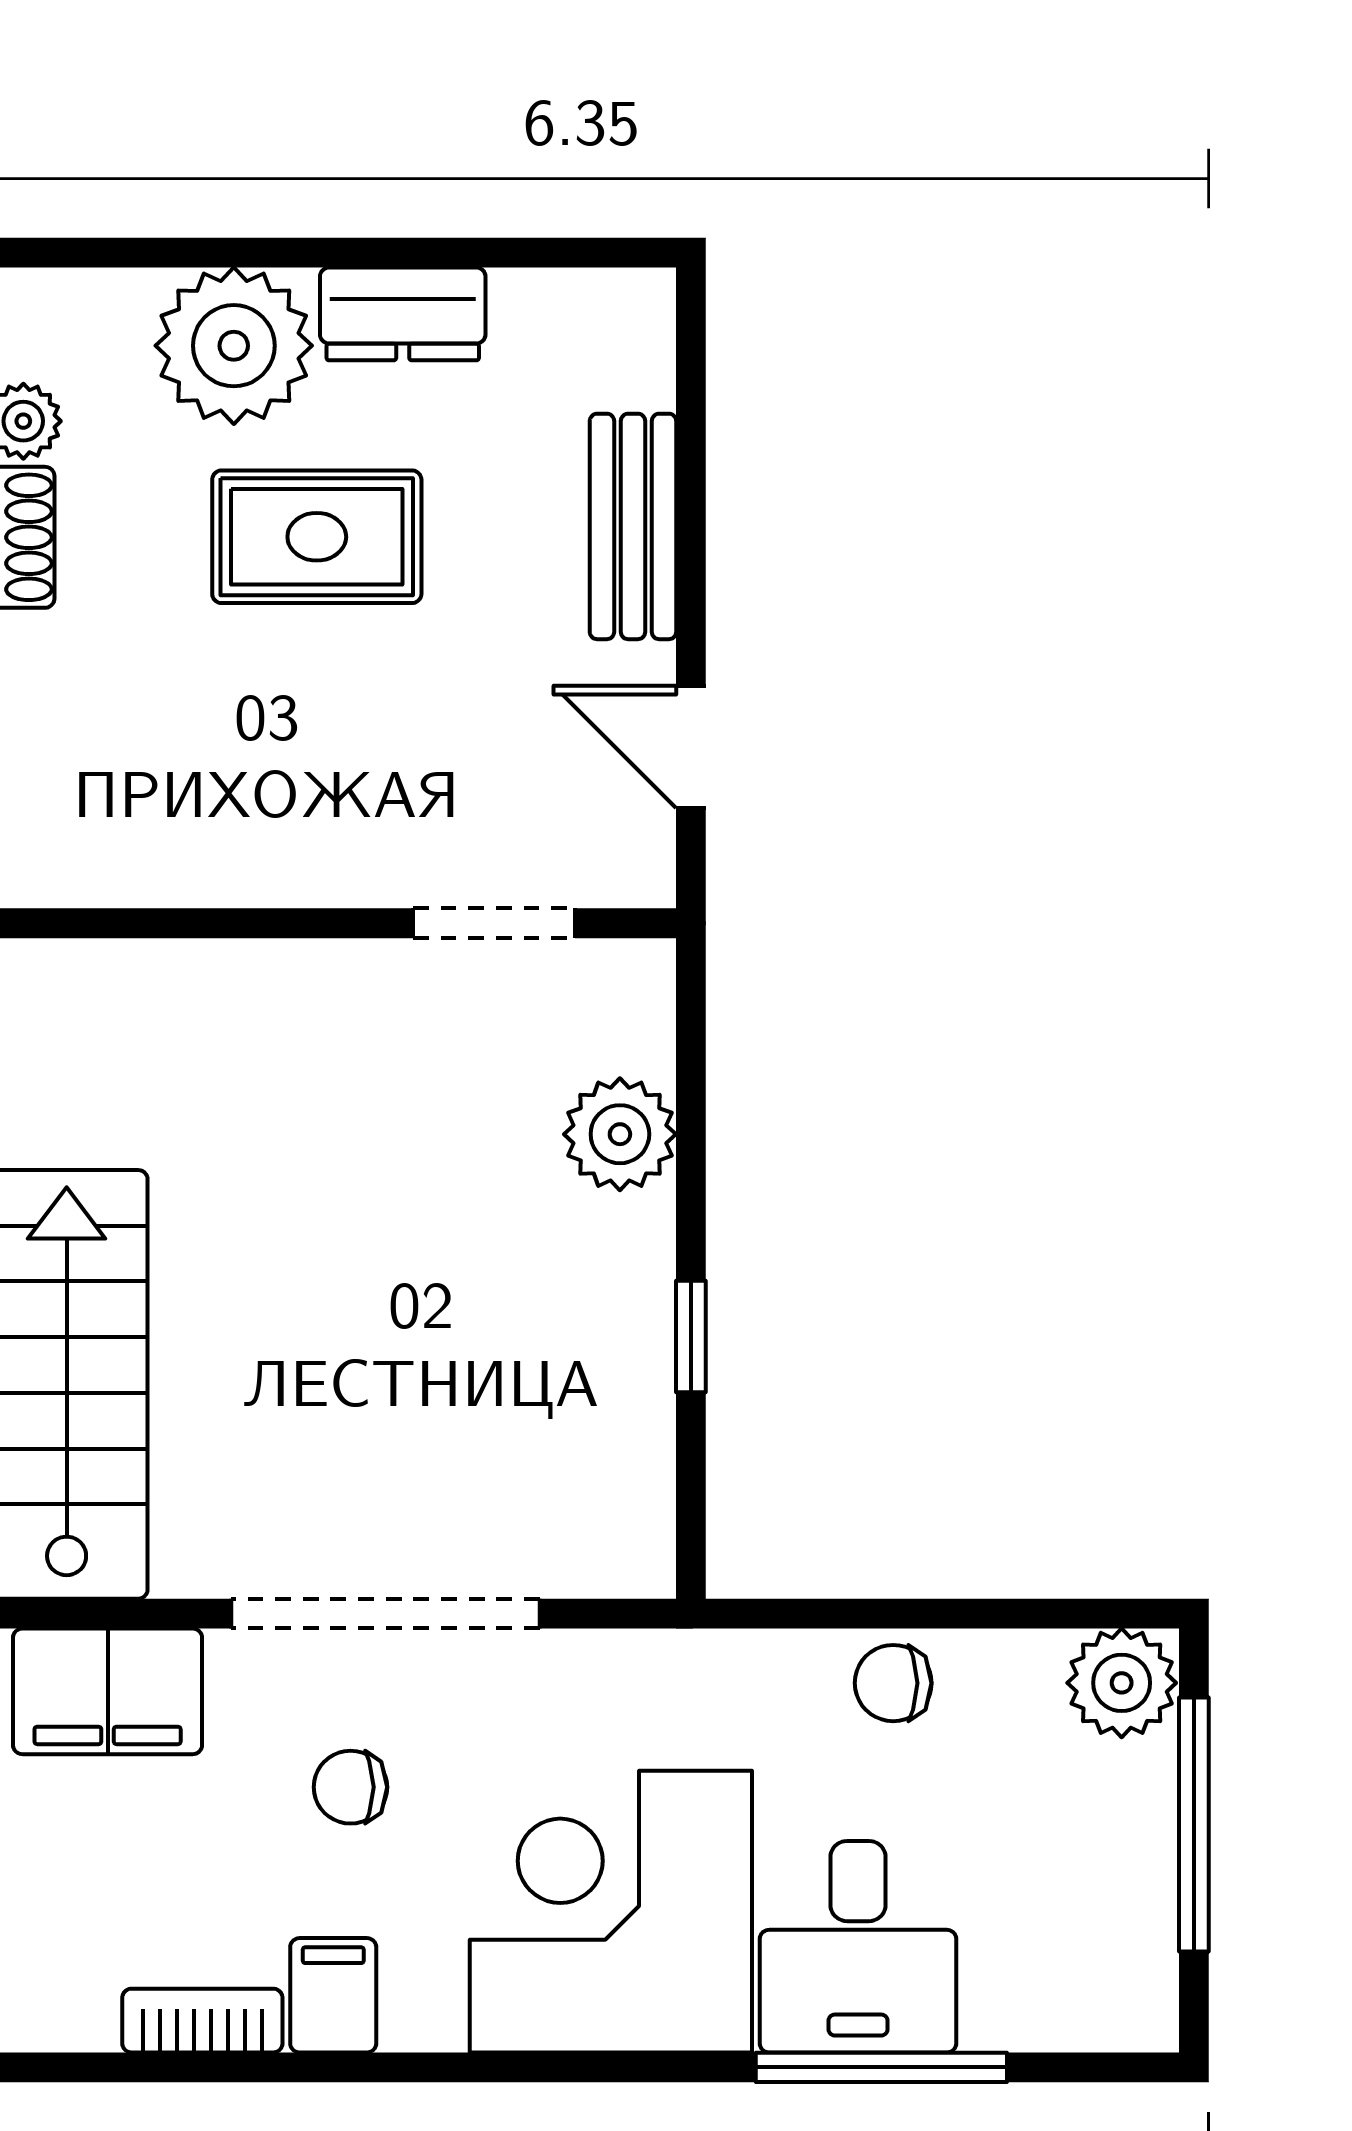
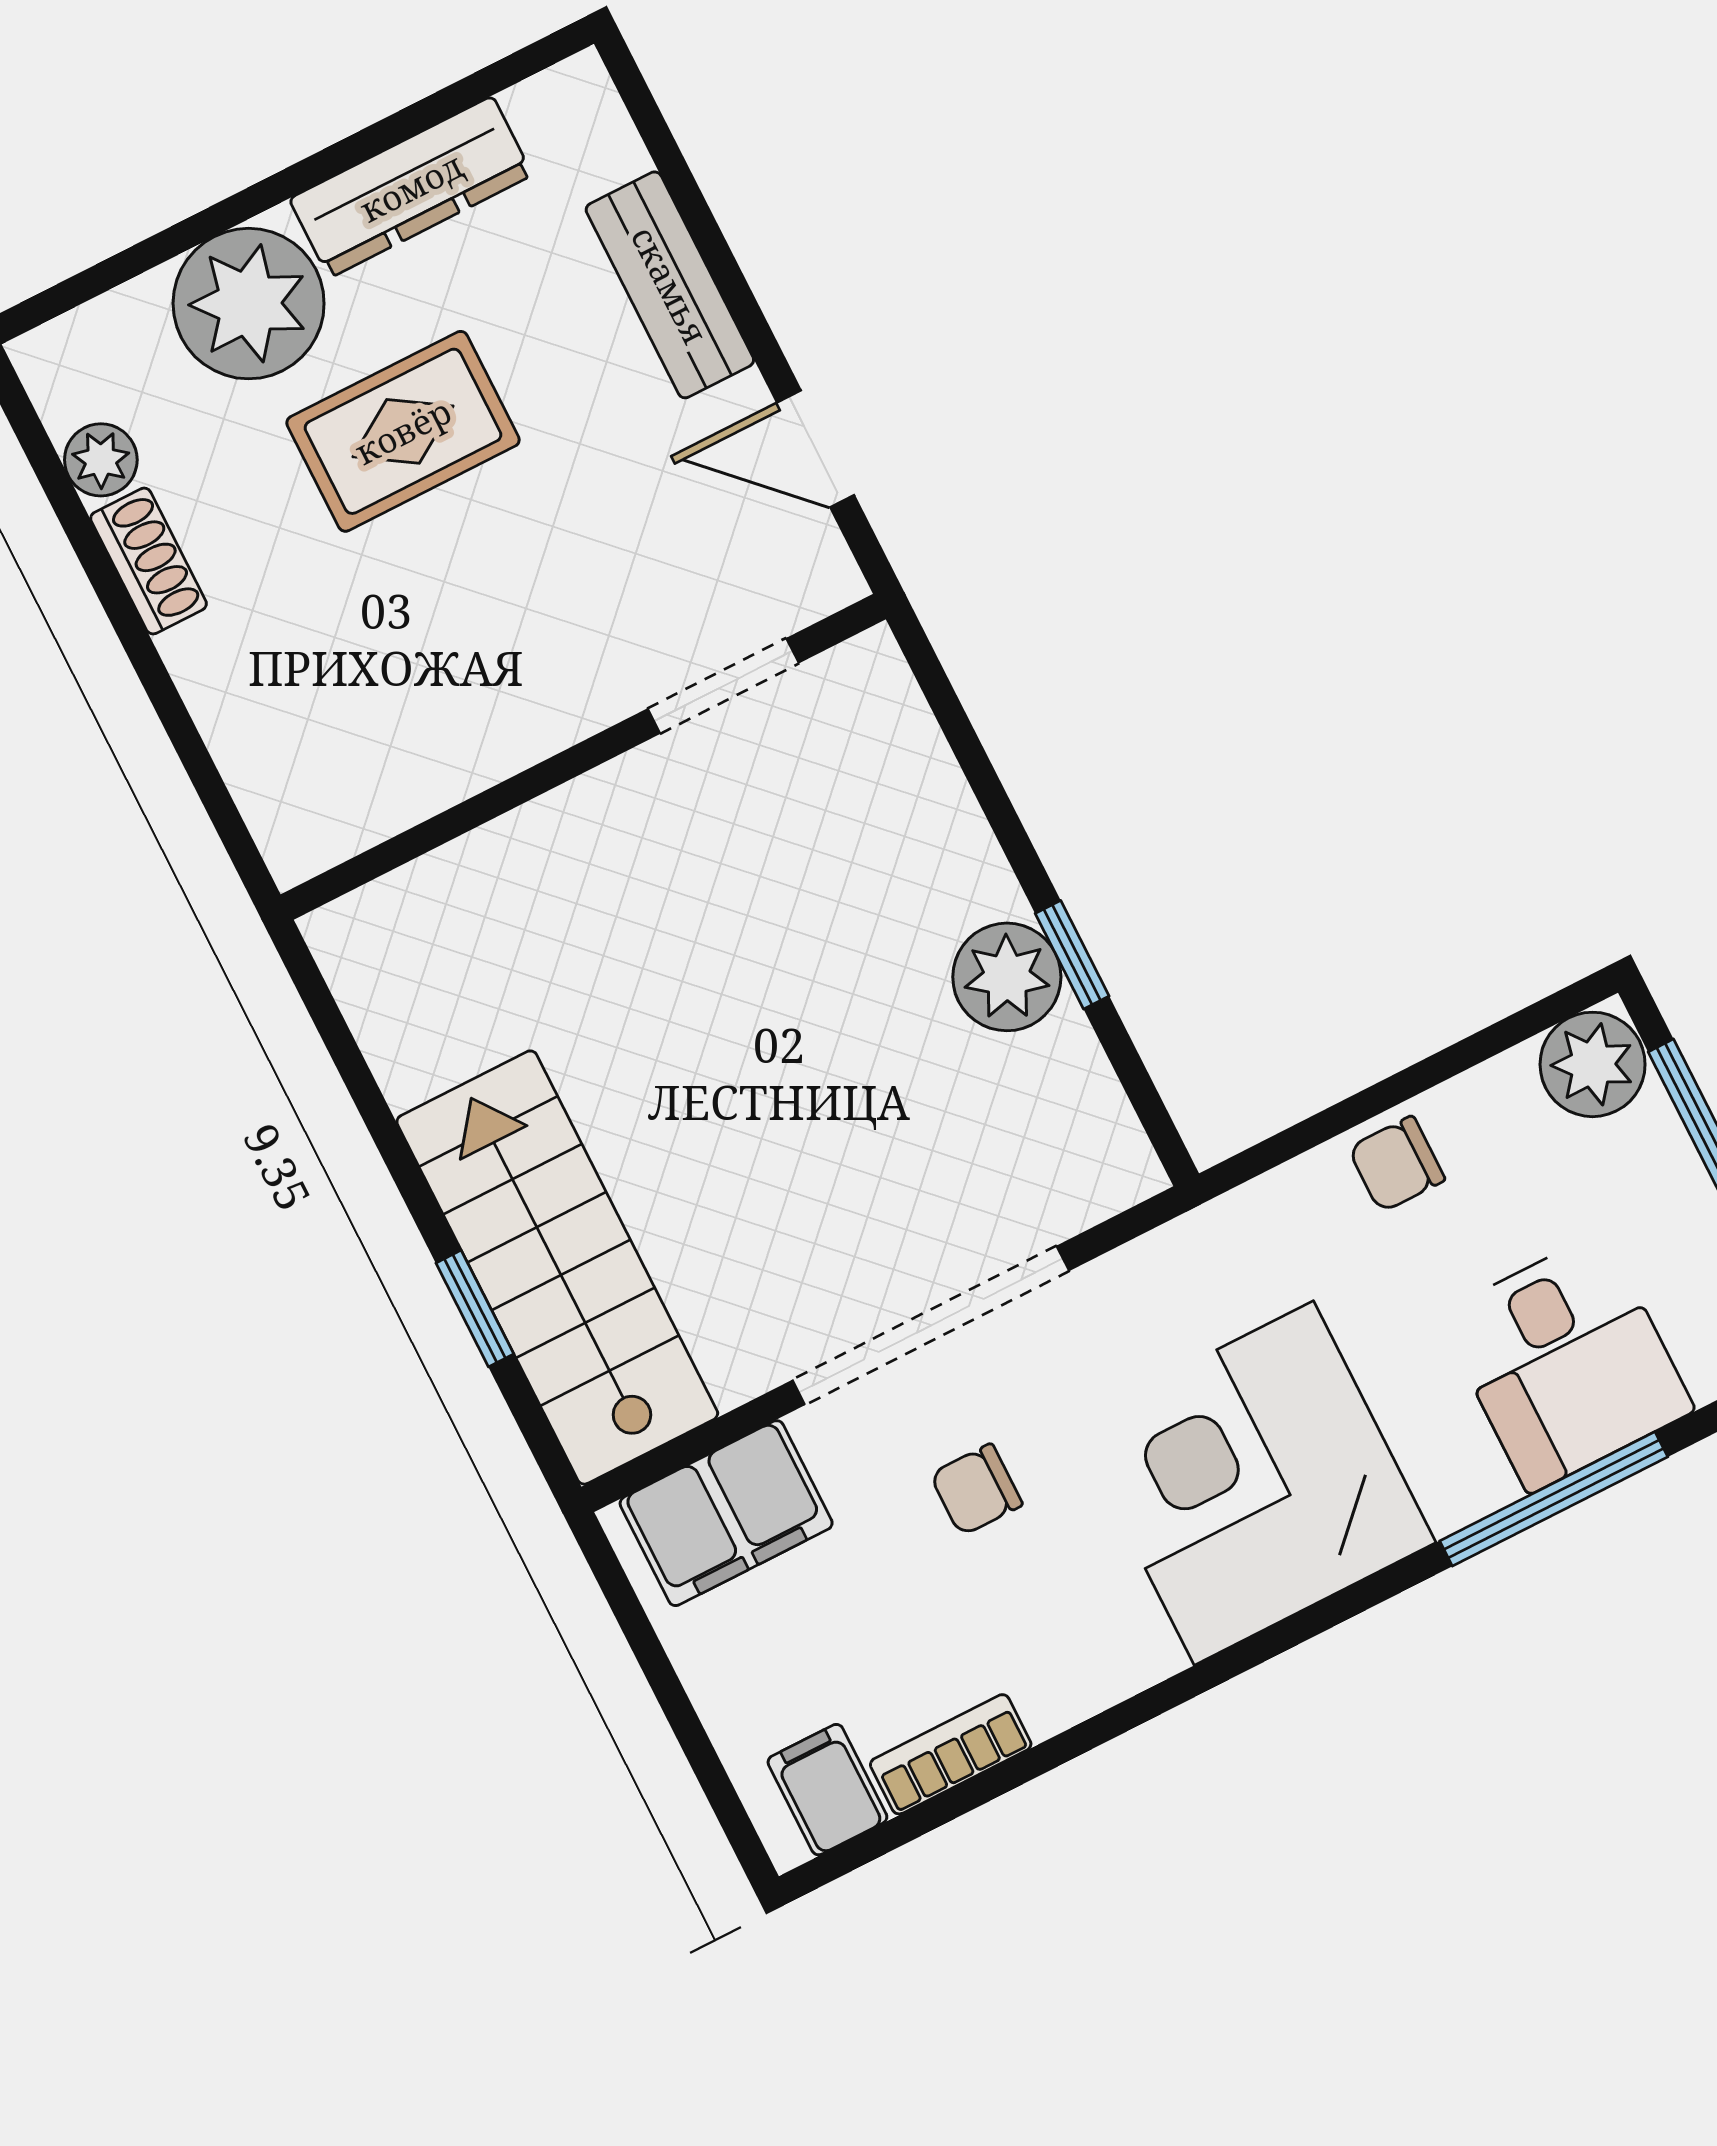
dresser: (403, 314) -> (411, 187), width x1.44
plant: (620, 1134) -> (1007, 977), moved
desk: (858, 1947) -> (1566, 1362), moved
filing cabinet: (333, 1995) -> (827, 1790), moved

